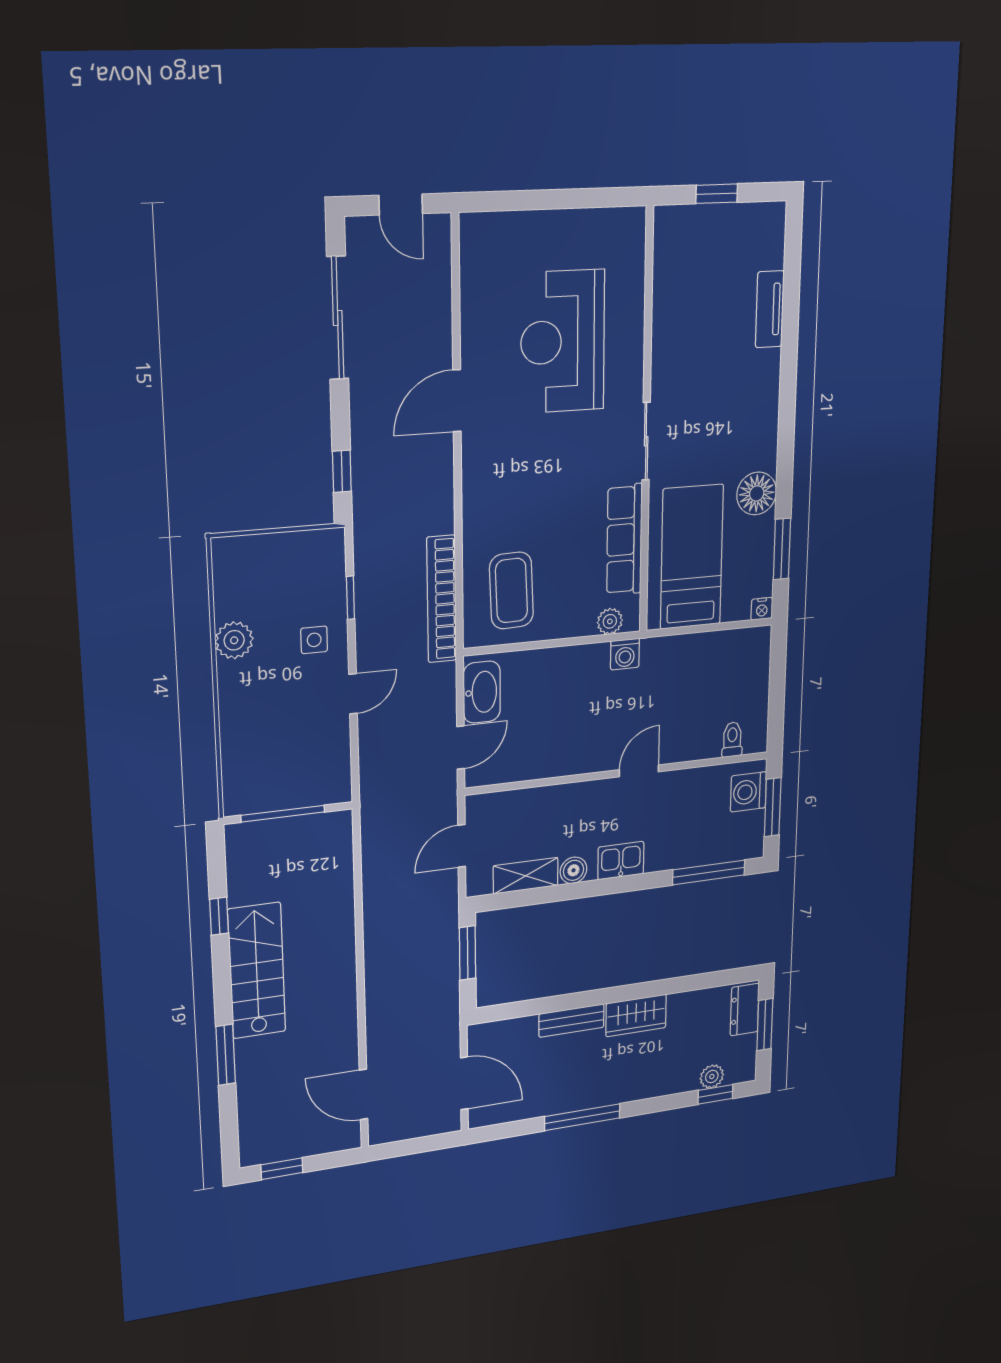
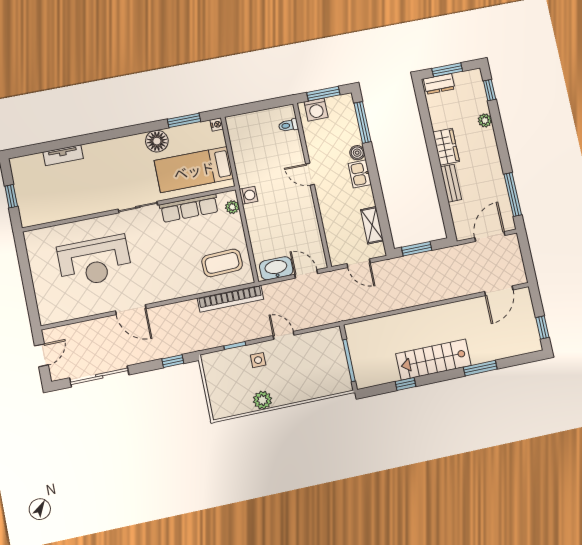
boiler: (573, 870) -> (357, 153), moved
plant: (712, 1077) -> (485, 120), moved
window: (582, 1117) -> (513, 194), moved

